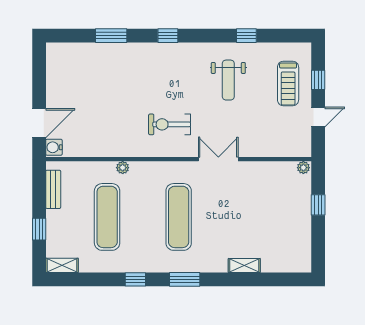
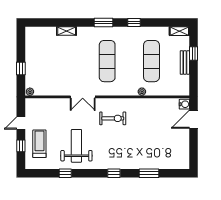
weight bench: (228, 80) -> (76, 146), width x1.36, depth x1.33
bench: (53, 189) -> (185, 63), moved

